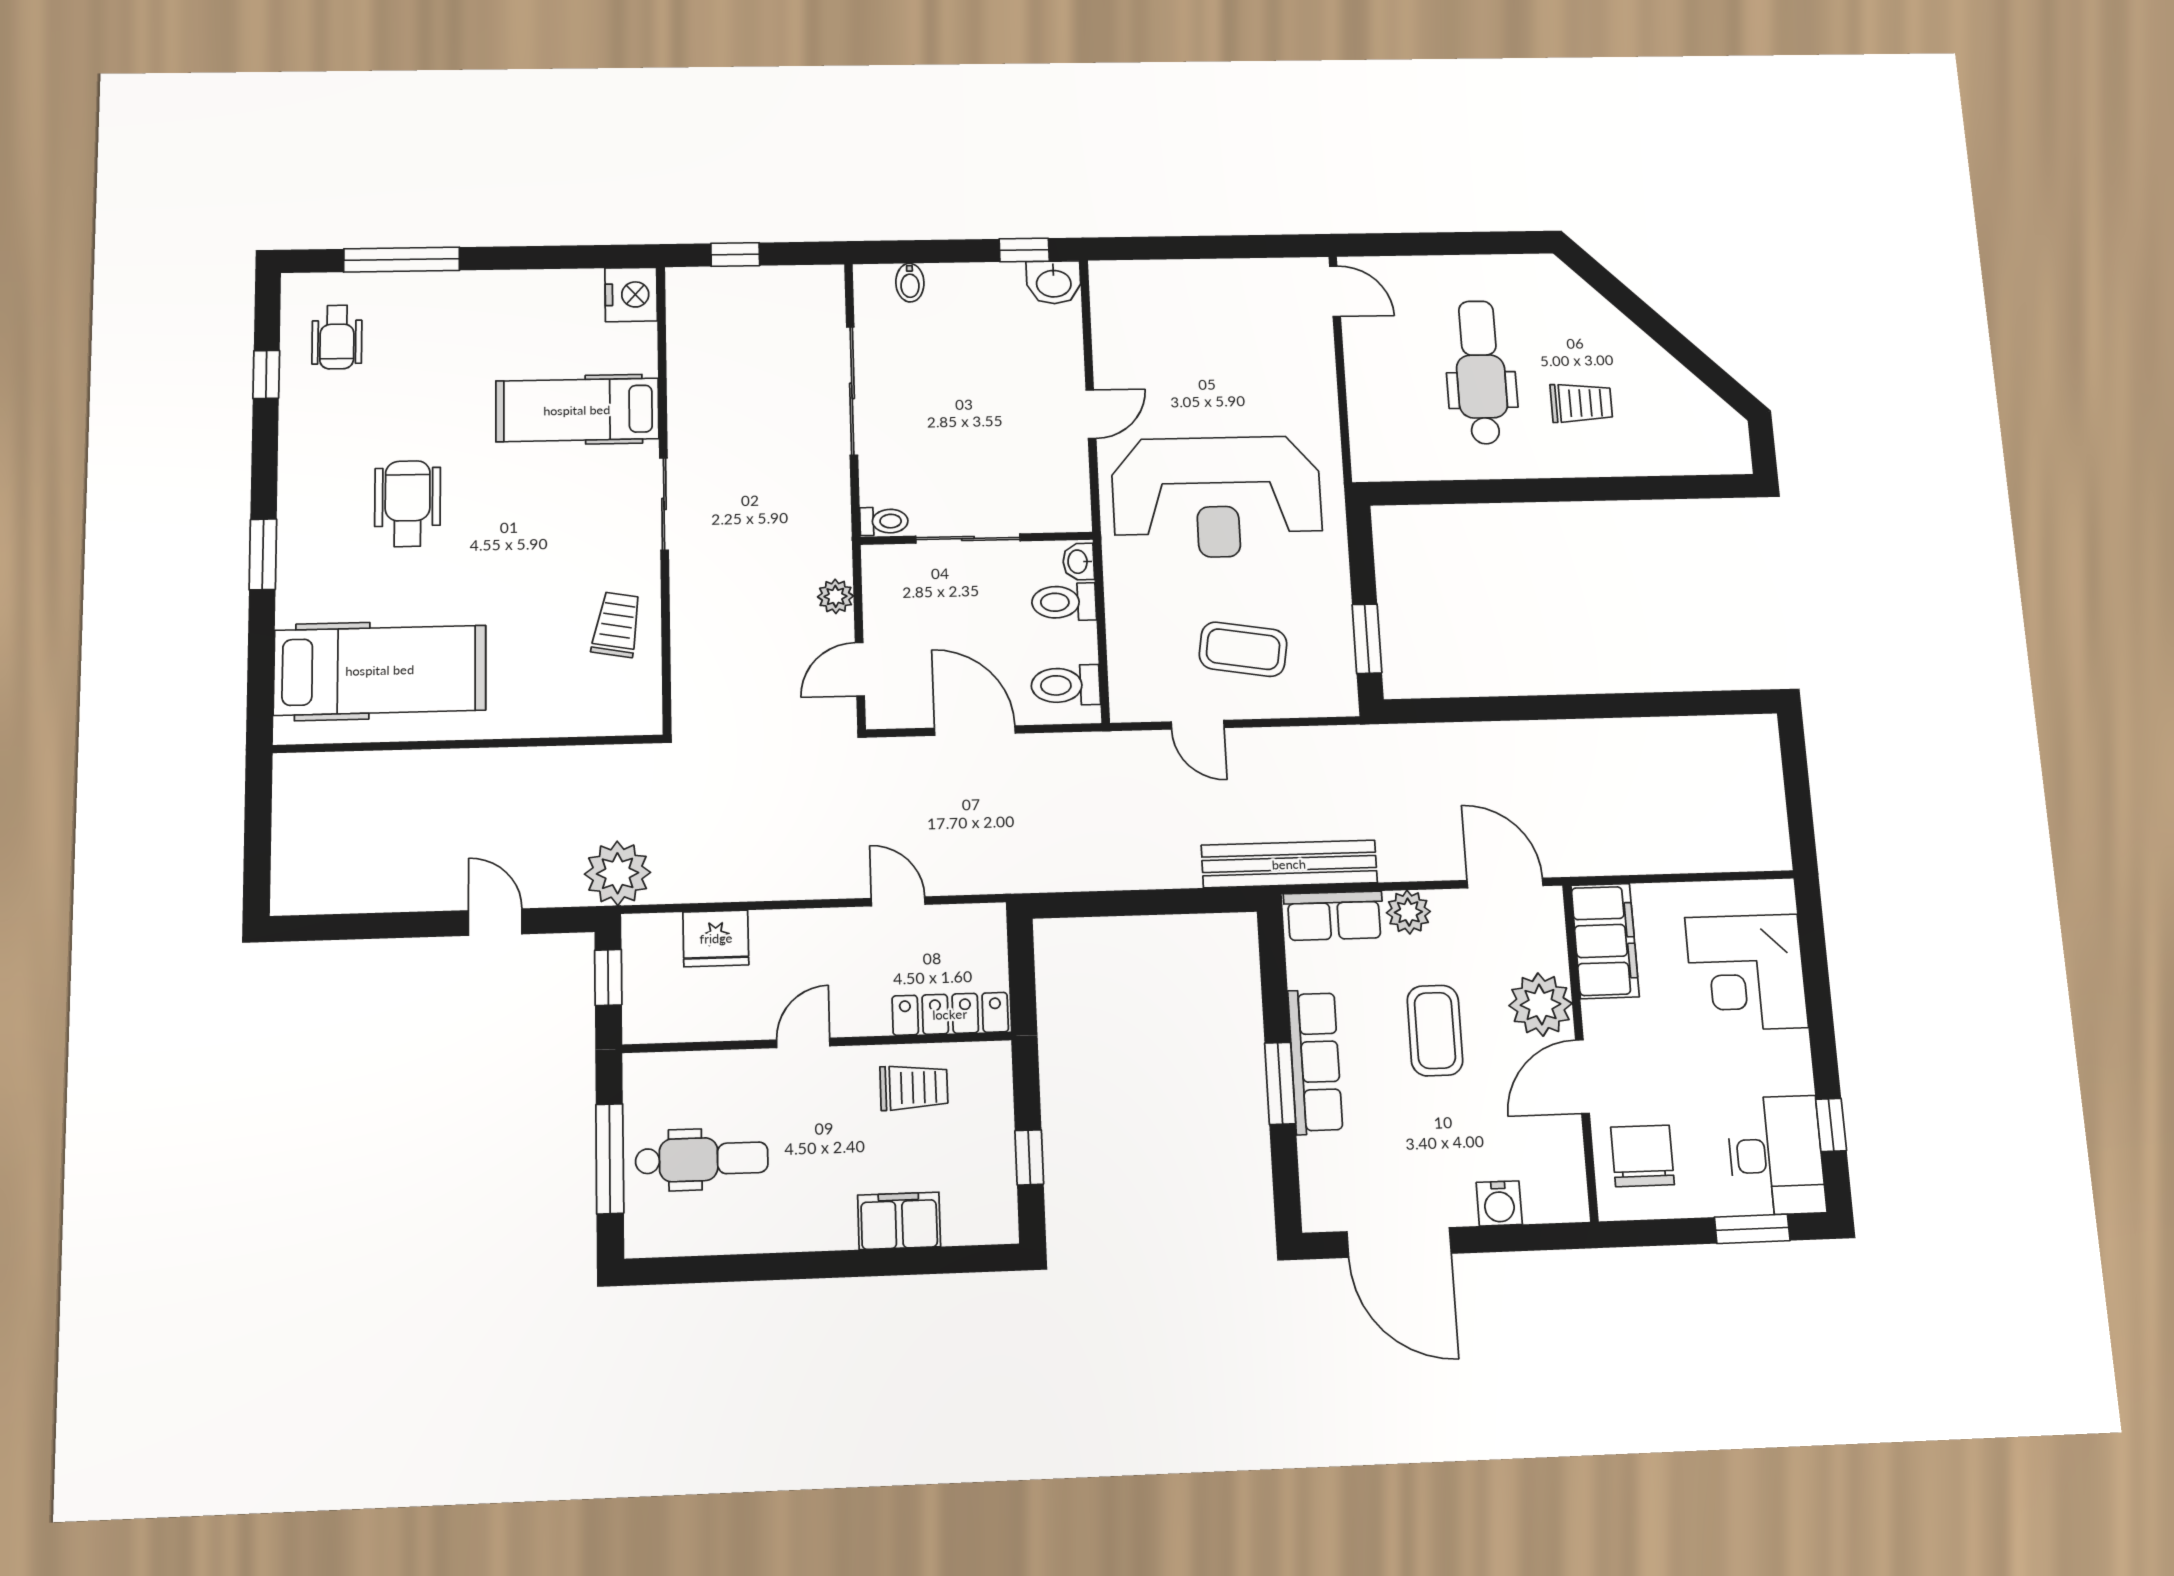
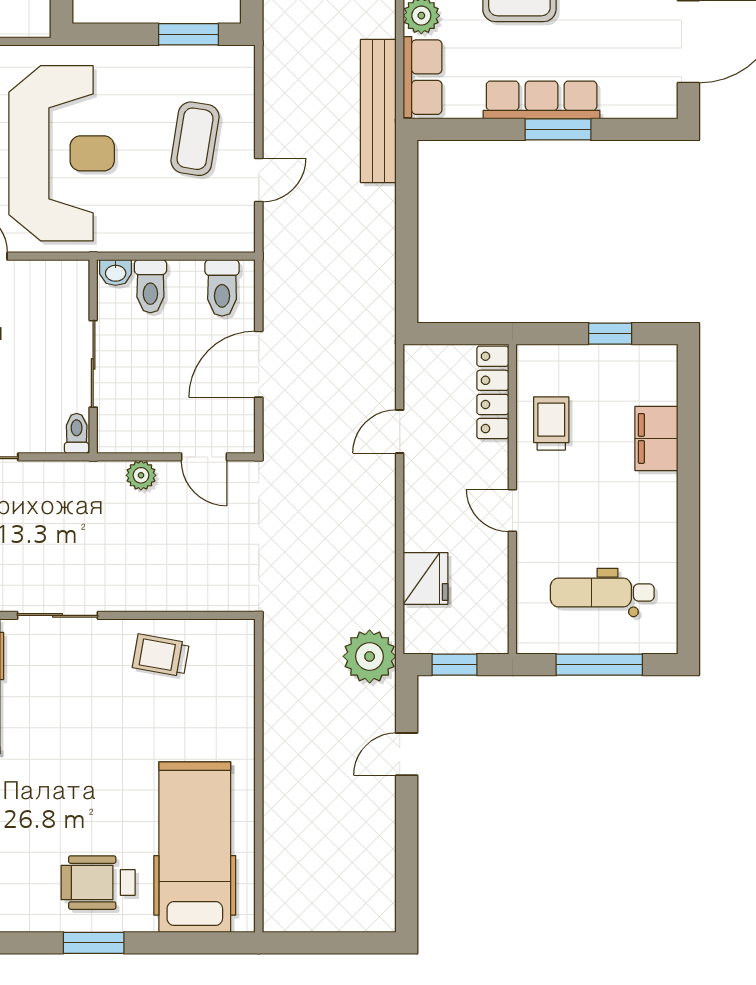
wheelchair: (408, 504) -> (98, 883), moved
dental chair: (702, 1159) -> (602, 592), turned -90

